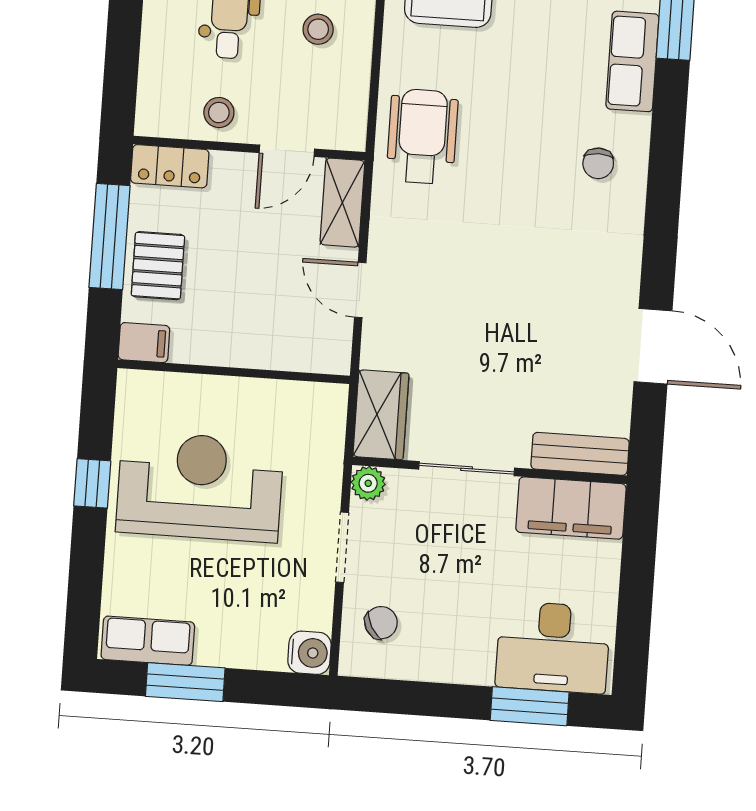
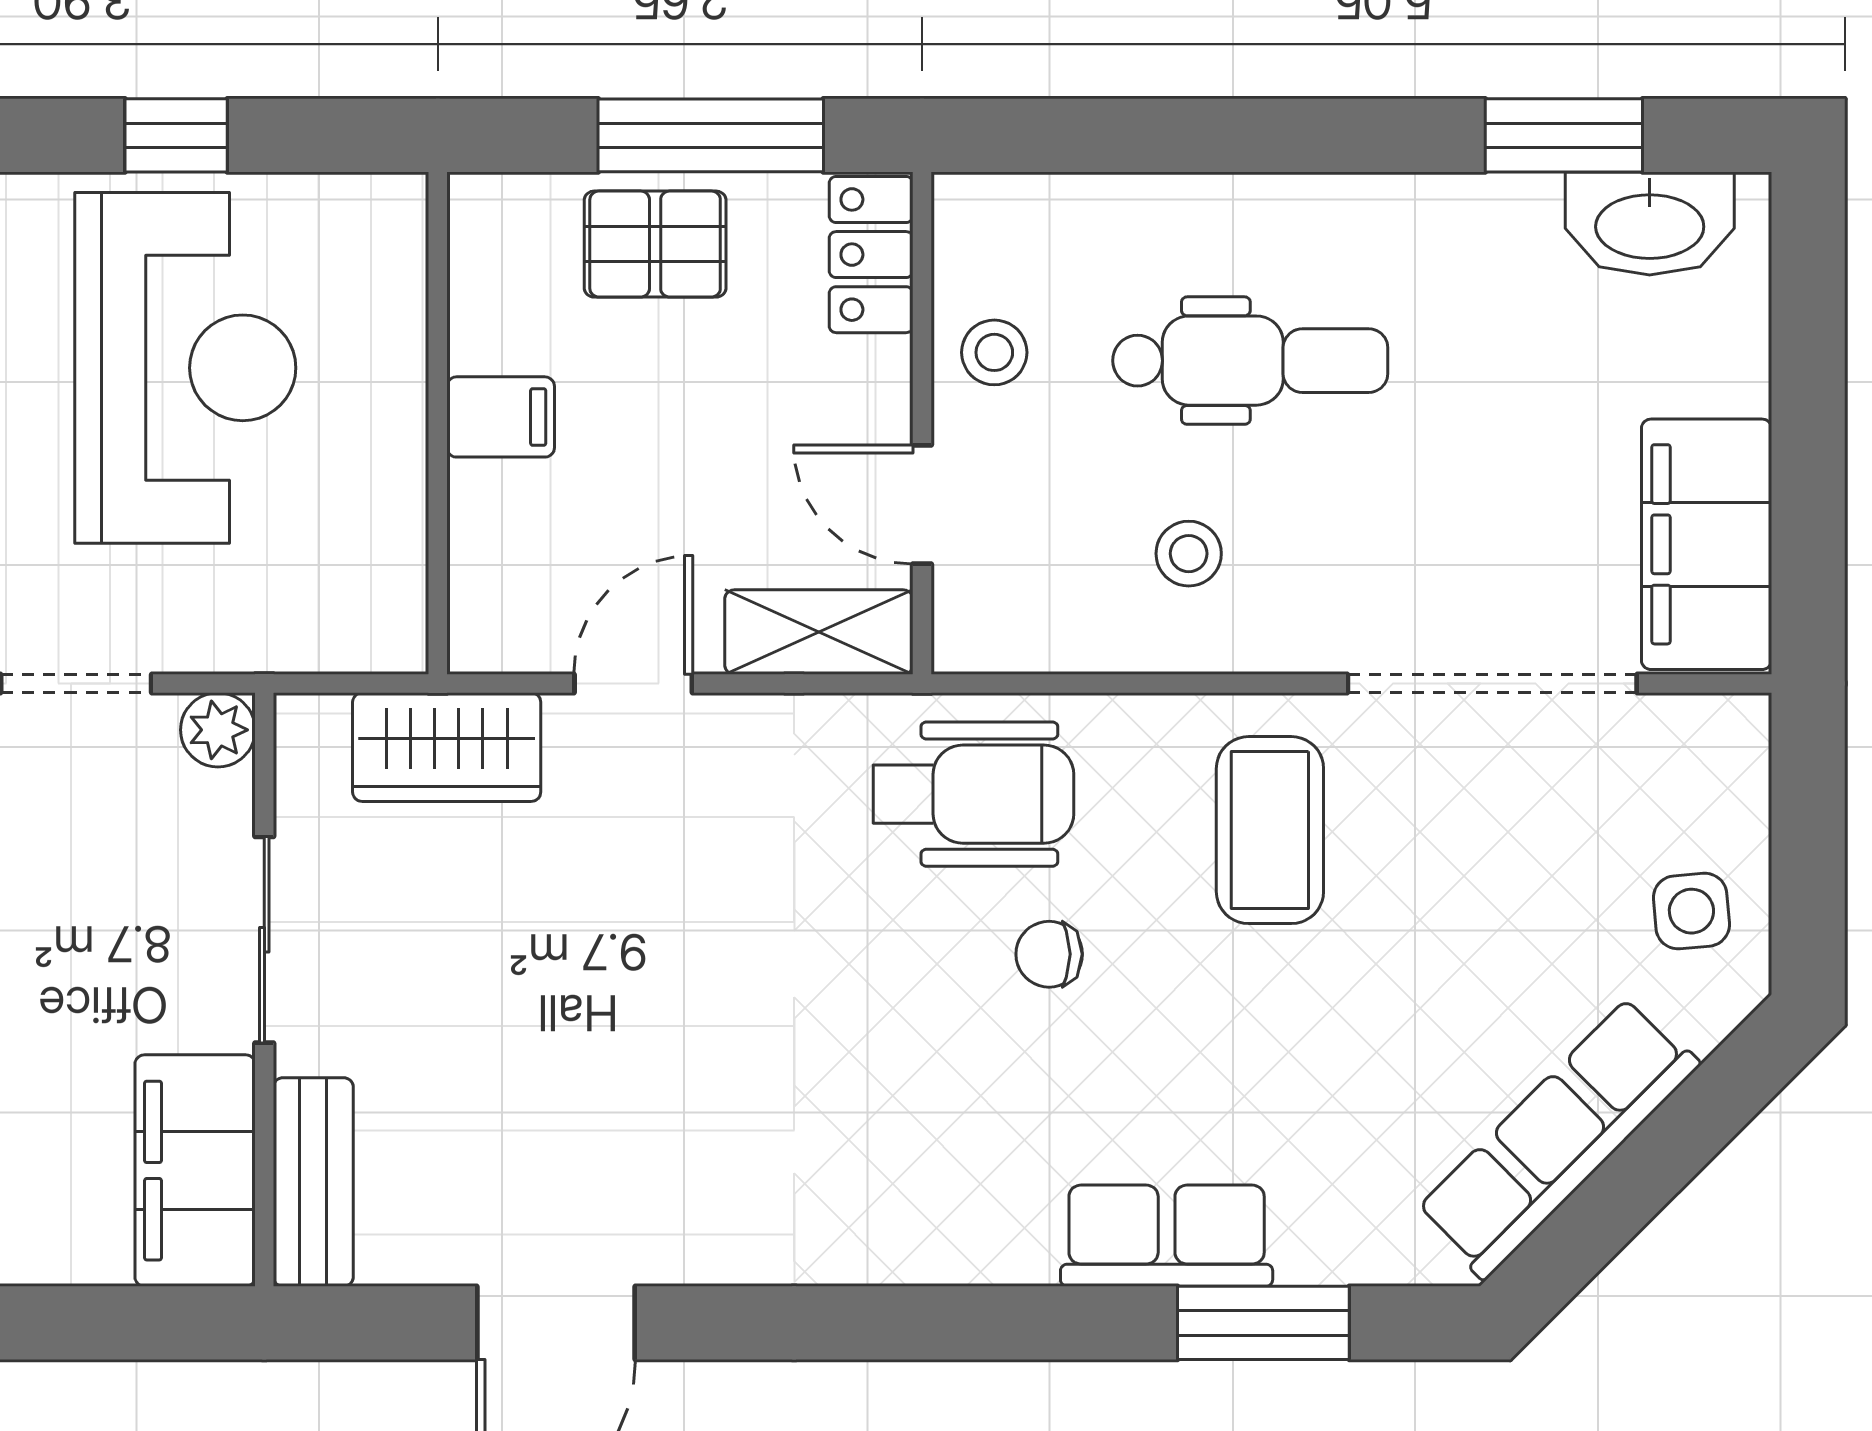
chair: (598, 163) -> (1049, 954), moved
filing cabinet: (144, 343) -> (501, 417), moved, turned -90
wardrobe: (381, 415) -> (447, 747), moved

